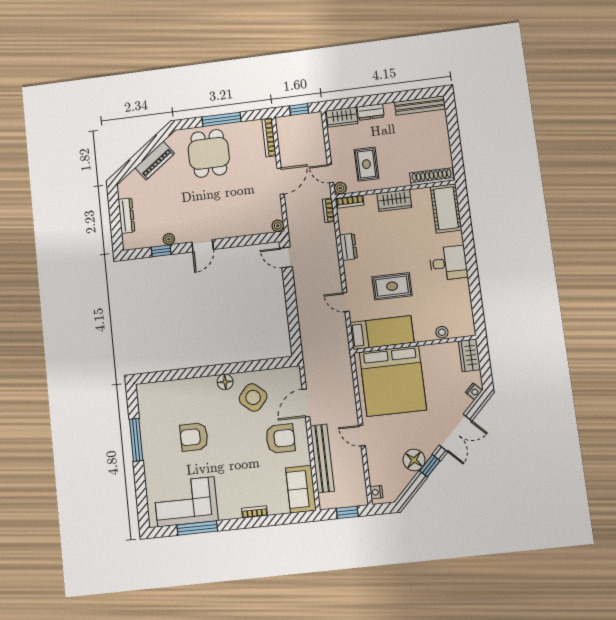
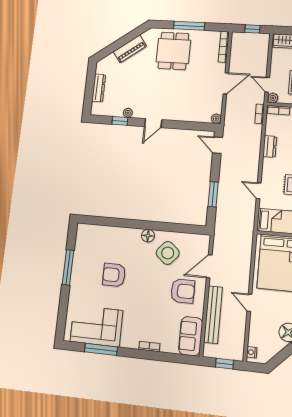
window: (293, 317) -> (213, 194), added

